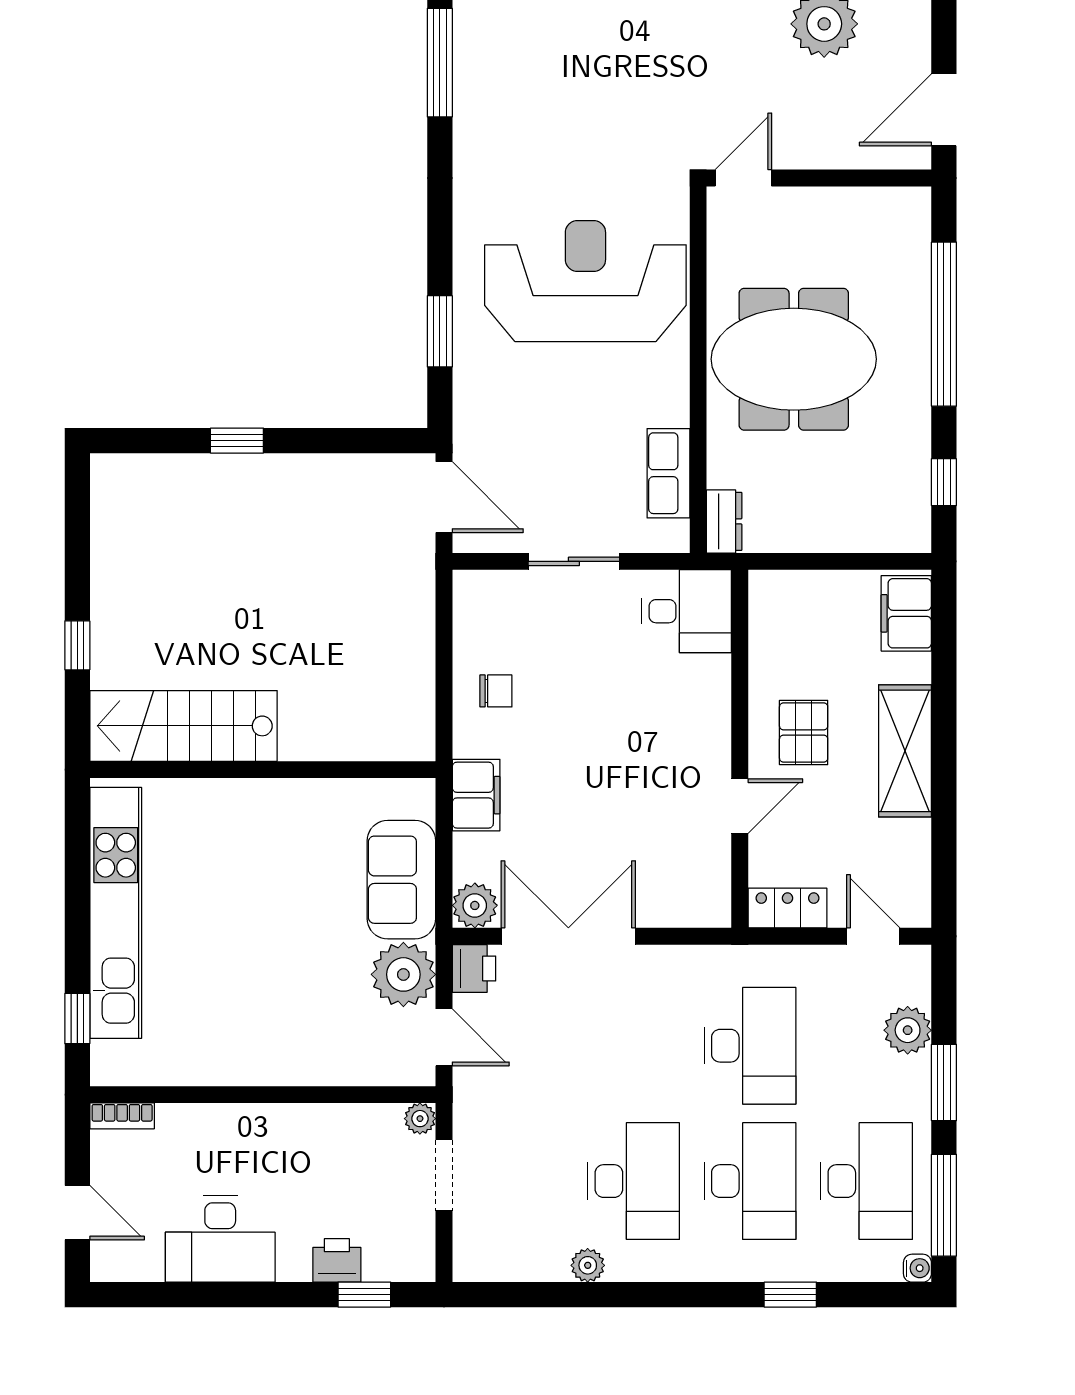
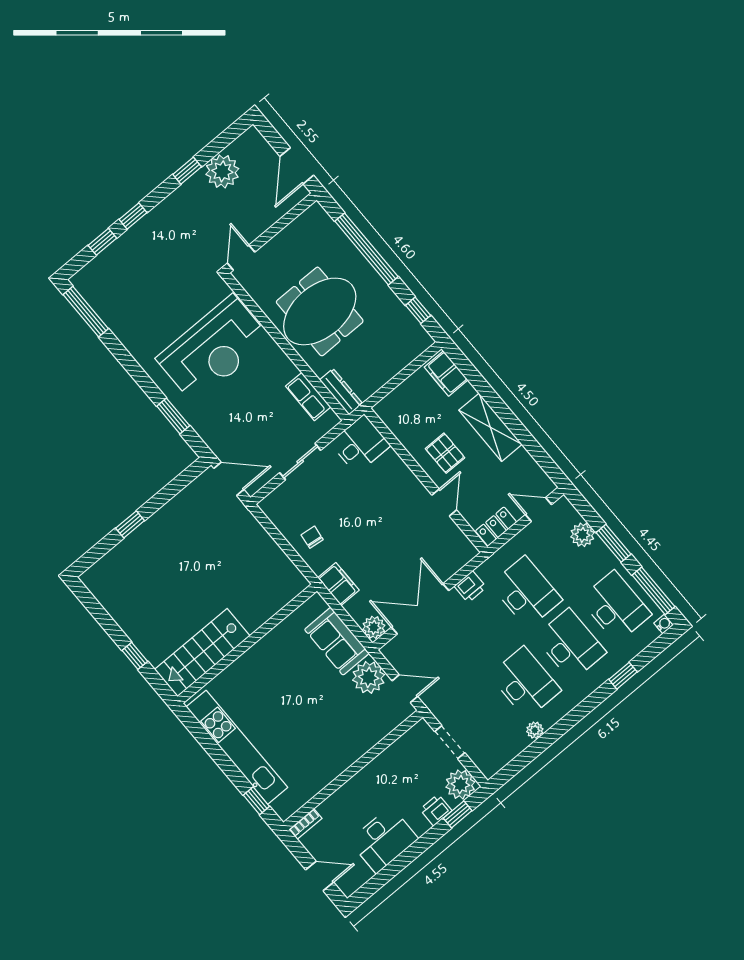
reception desk: (585, 281) -> (213, 349), turned 180
dresser: (724, 521) -> (341, 392), width x1.44
chair: (496, 691) -> (312, 537), turned -83
printer: (474, 969) -> (470, 587), moved, turned 90
plant: (420, 1119) -> (460, 784), moved, width x1.88, depth x1.88

